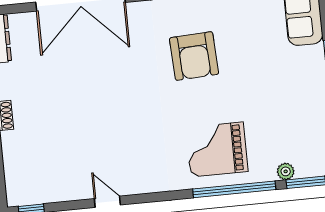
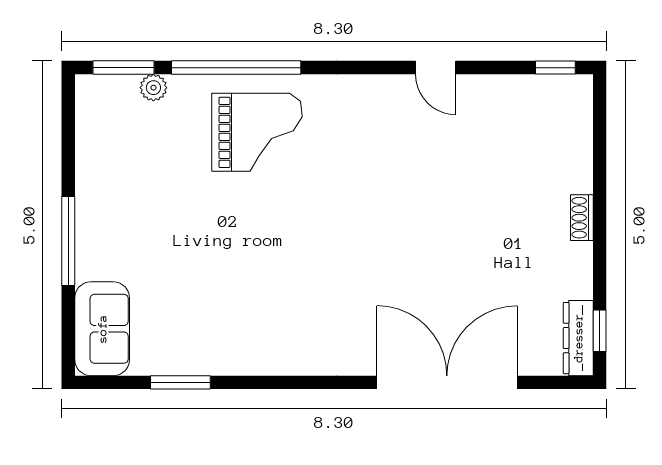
armchair: (194, 56) -> (278, 281), removed

